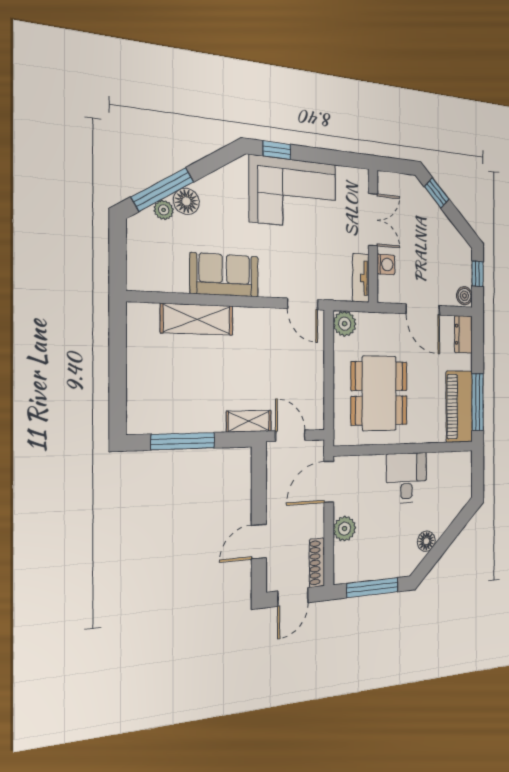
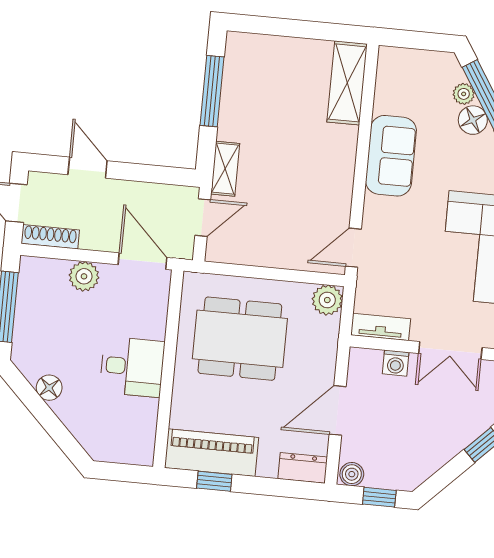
shelving: (197, 319) -> (347, 83), moved
window: (478, 402) -> (214, 481), width x0.46

